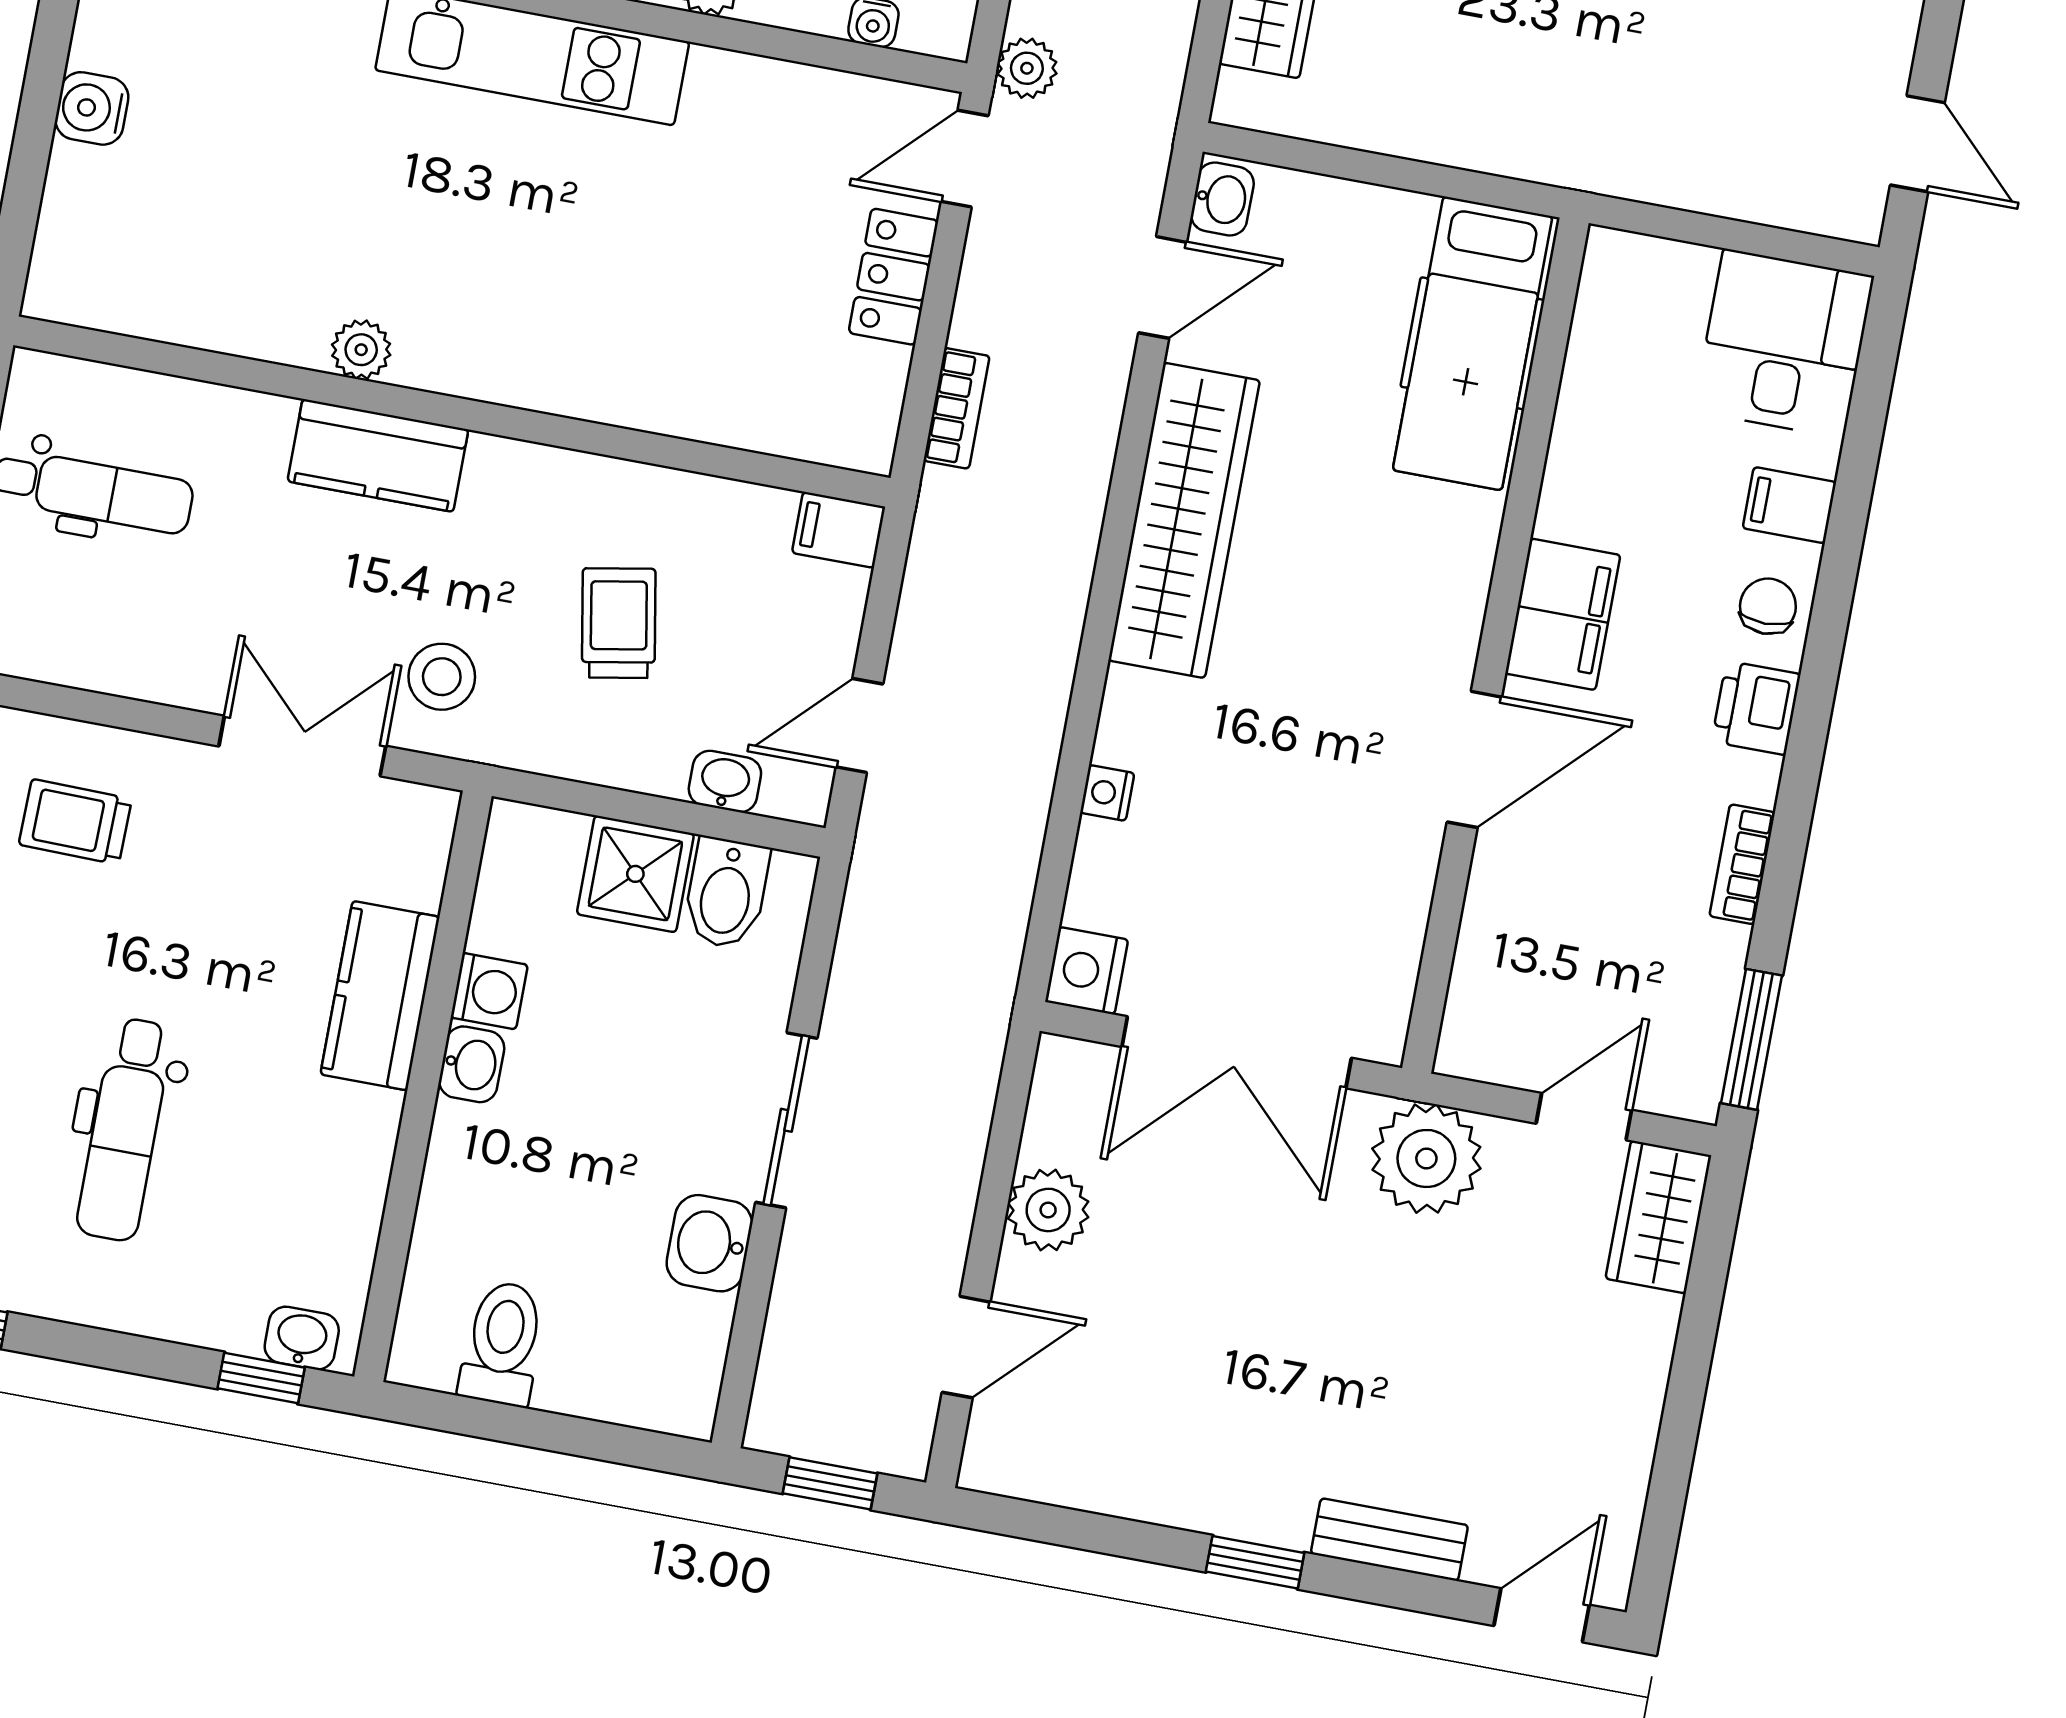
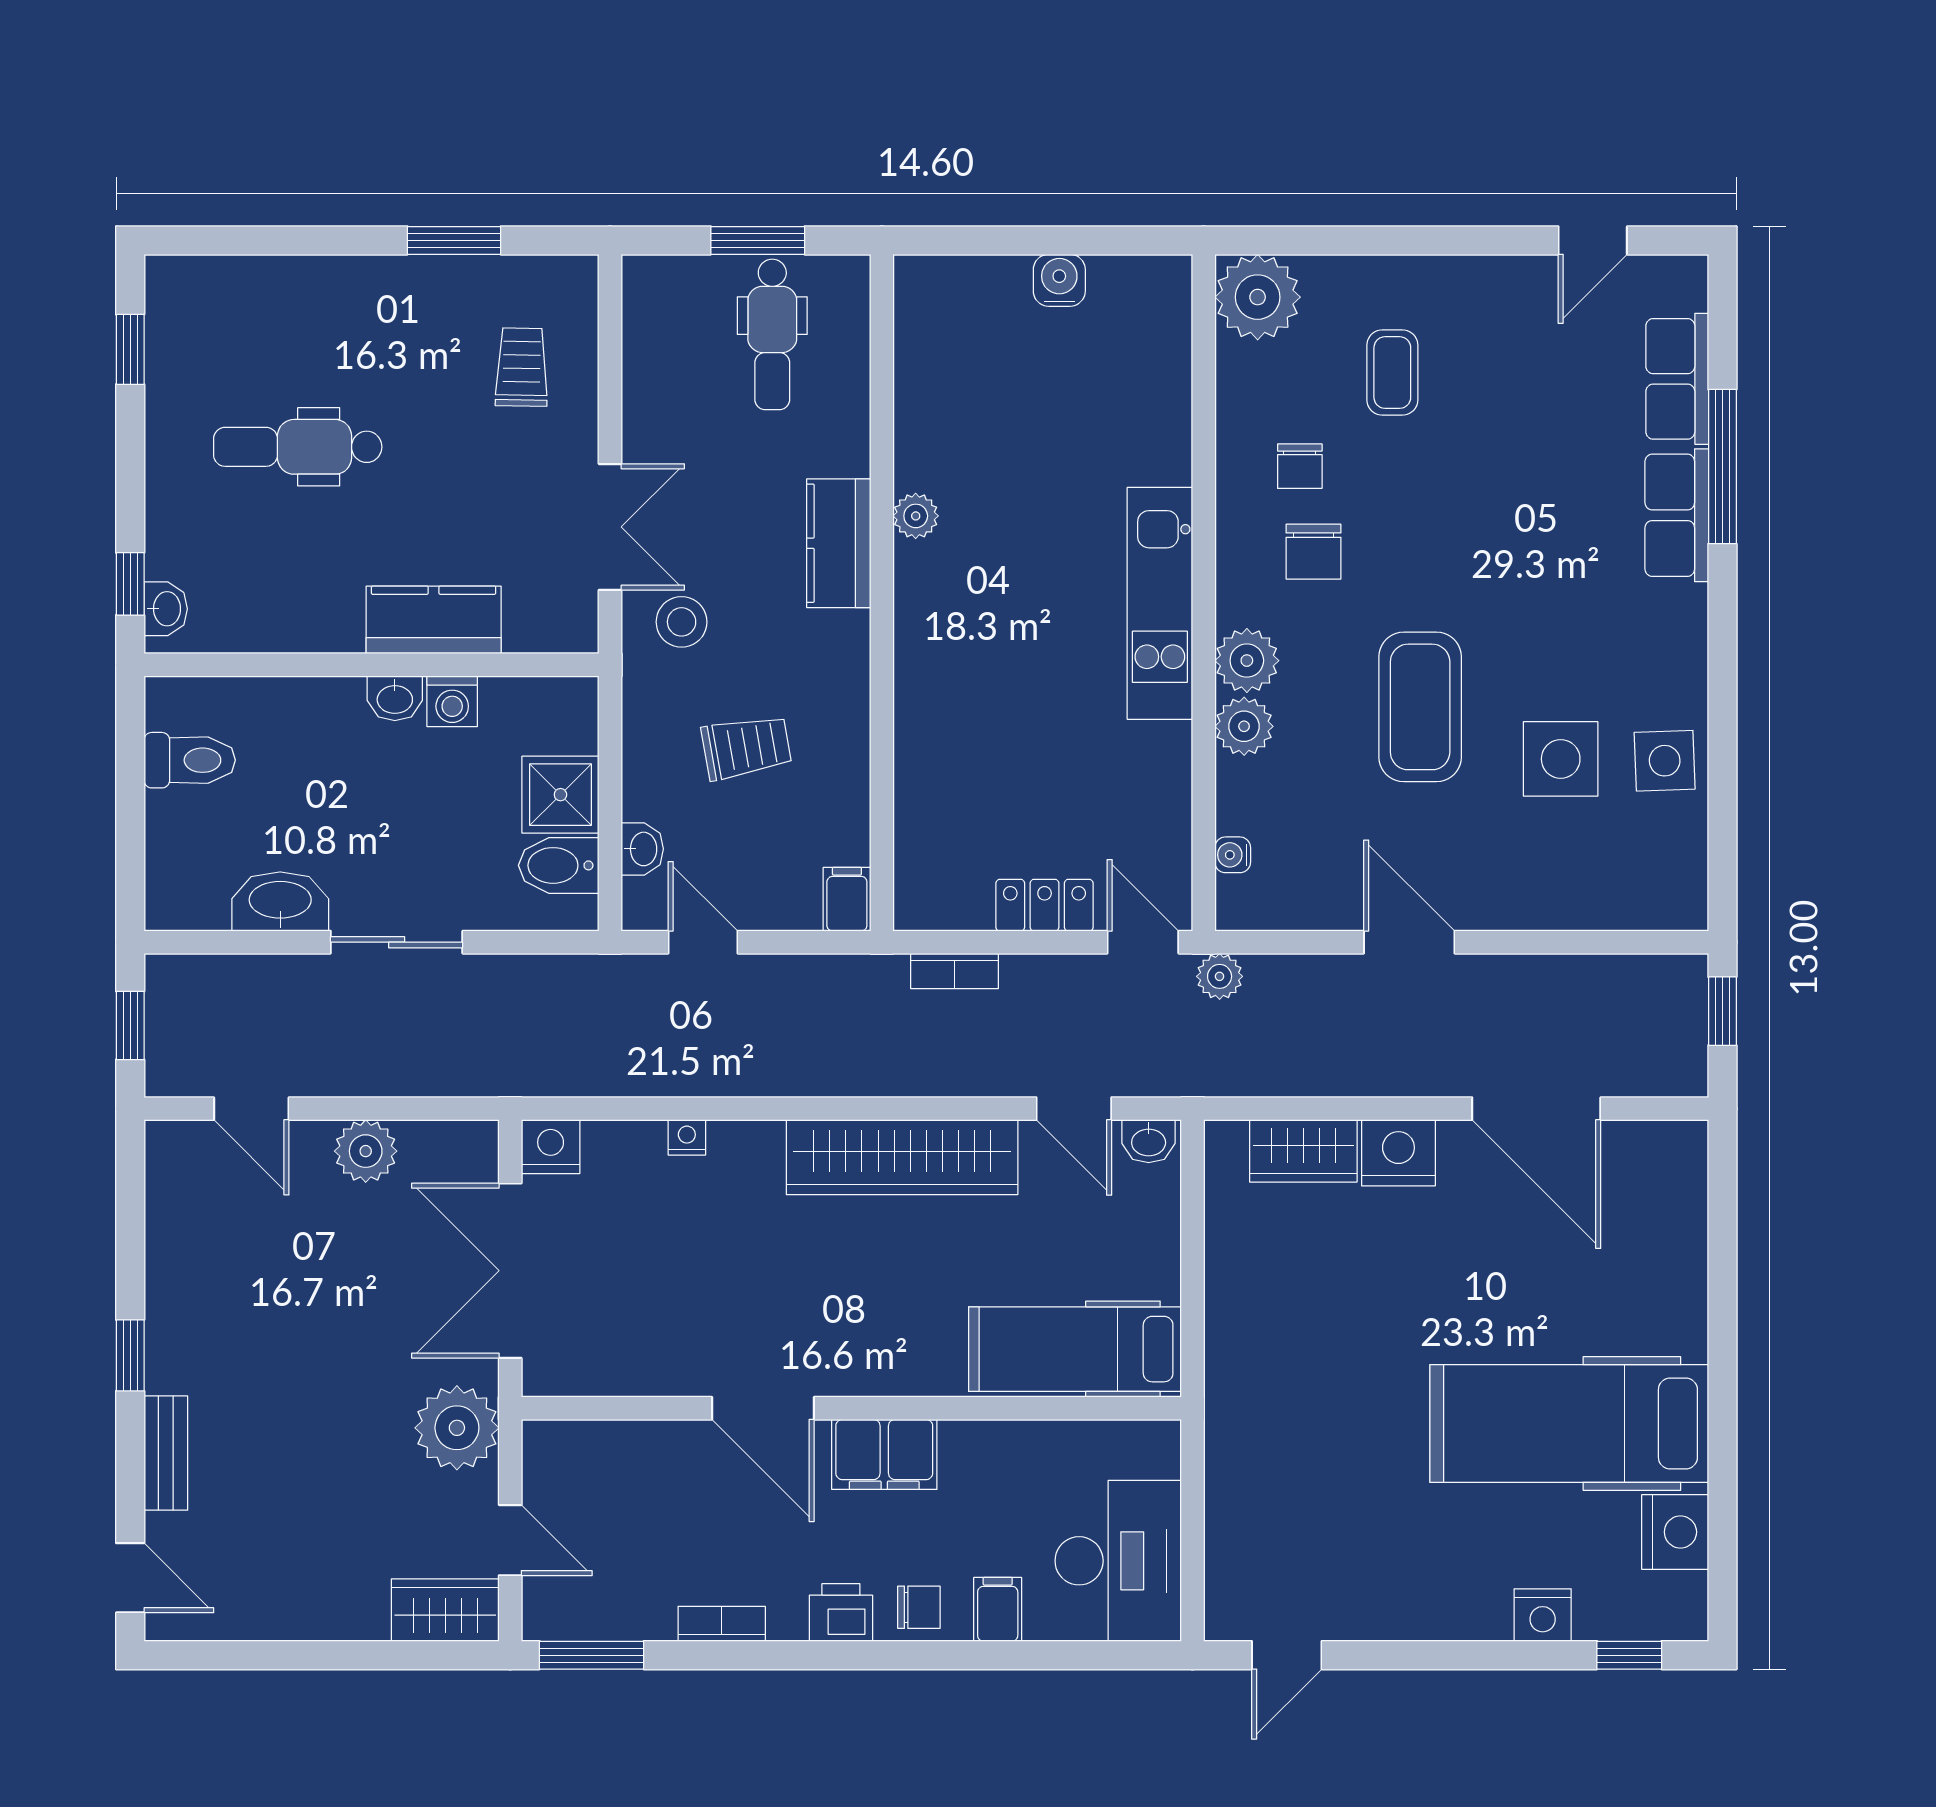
desk: (1784, 343) -> (1118, 1561), width x1.37
washbasin: (709, 1243) -> (280, 902), width x1.38

